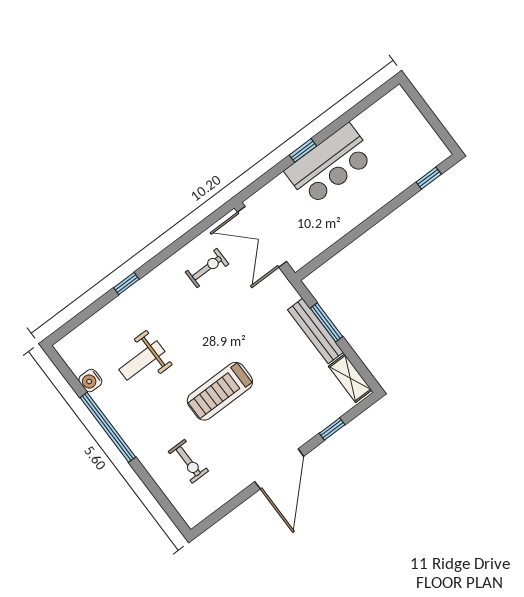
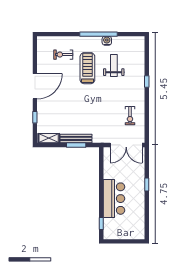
bar counter: (330, 164) -> (114, 199), moved, turned 180
double door: (262, 237) -> (126, 145), swing flipped
water cooler: (90, 381) -> (107, 41), moved
treadmill: (220, 391) -> (87, 68), moved
door: (279, 469) -> (35, 86), swing flipped

